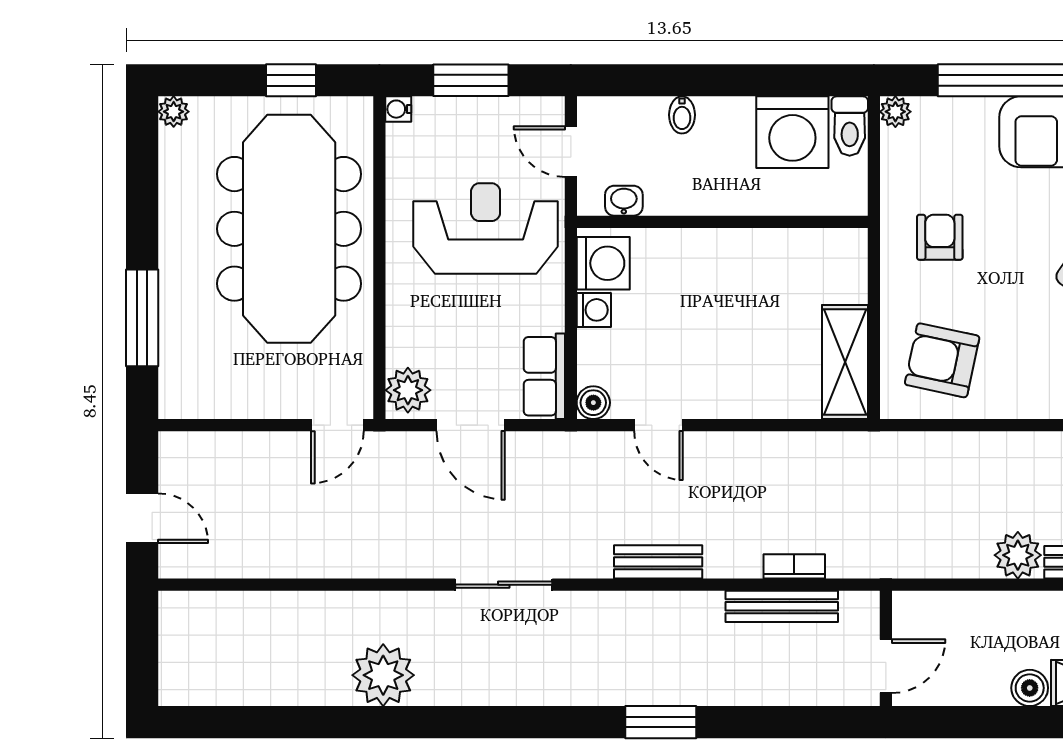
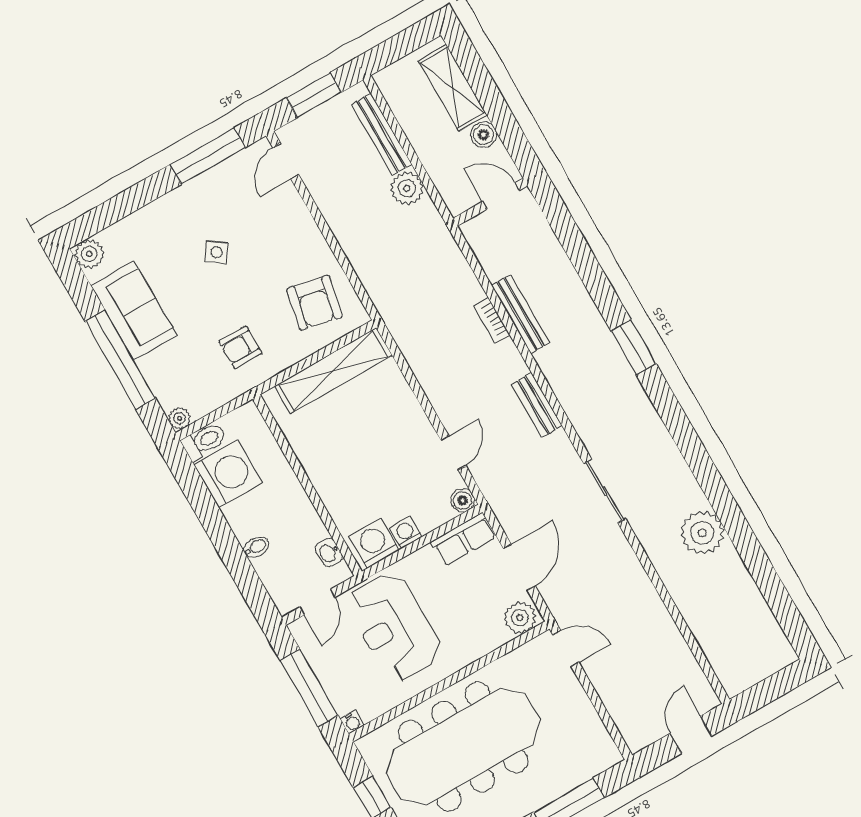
window: (471, 80) -> (309, 688), width x1.44
shelving: (845, 362) -> (333, 371), width x1.47
wall: (886, 648) -> (490, 202), moved
door: (886, 666) -> (501, 196), moved

